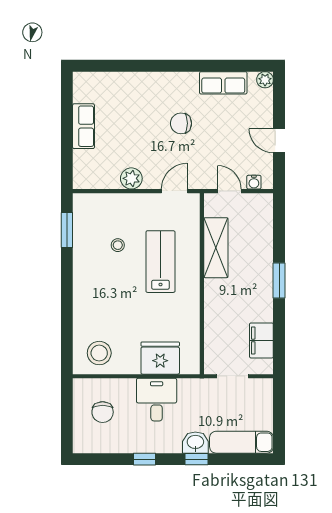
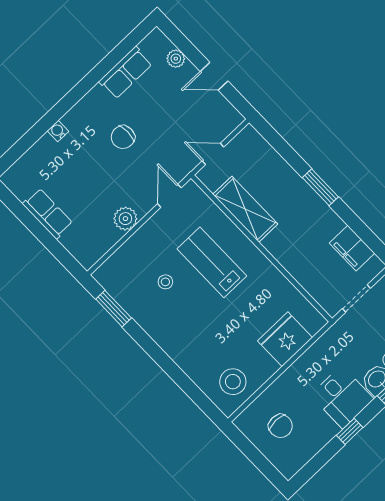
plant: (265, 80) -> (176, 59), moved
water cooler: (254, 182) -> (58, 131), moved, turned 180
desk: (157, 400) -> (342, 397), moved, turned 180

